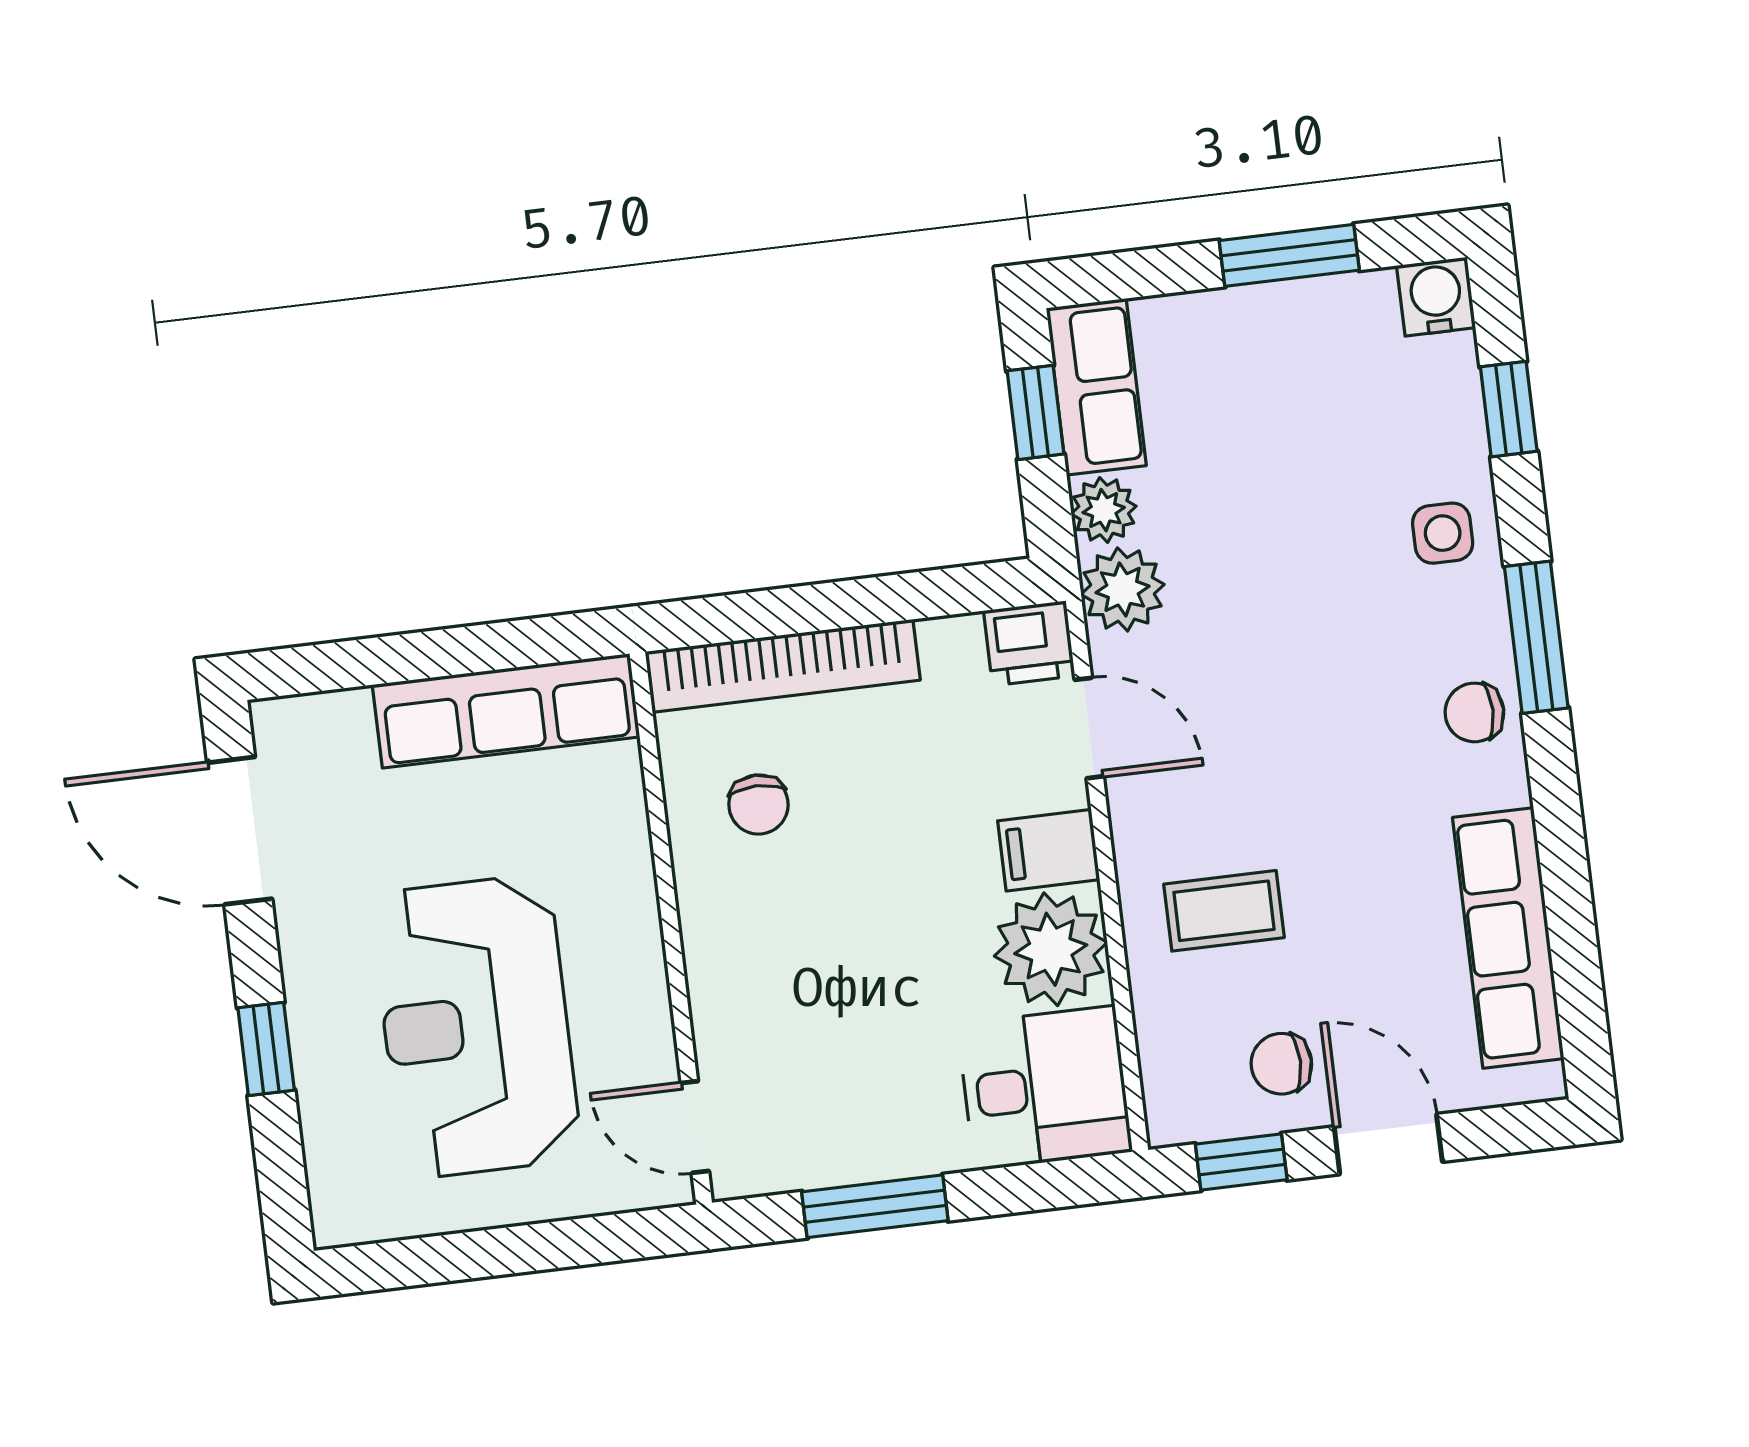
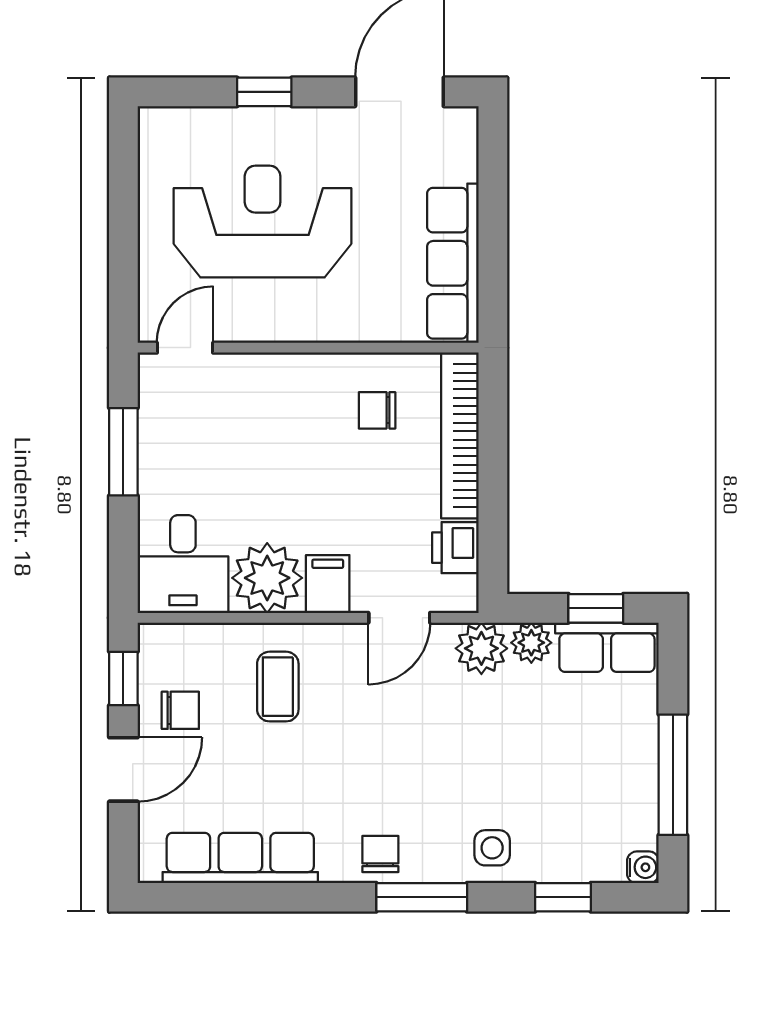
window: (1289, 255) -> (673, 775), width x1.44
water cooler: (1436, 297) -> (643, 867), width x0.72, depth x0.72
printer: (1029, 643) -> (455, 548), moved
chair: (1281, 1064) -> (180, 710), turned 90

